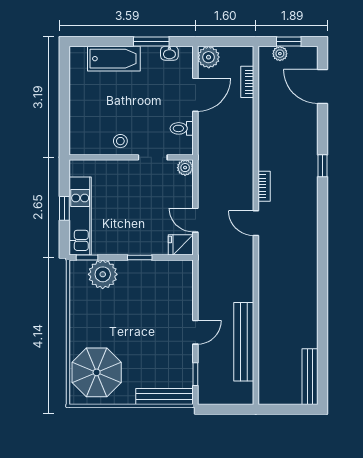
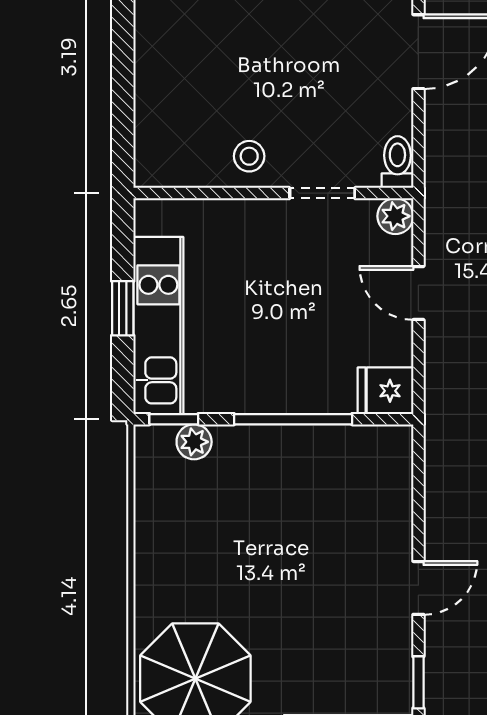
toilet: (182, 128) -> (397, 162), moved, turned 90
door: (195, 220) -> (418, 293), moved
window: (140, 258) -> (293, 419), width x2.17
plant: (103, 274) -> (194, 442), width x0.53, depth x0.53

